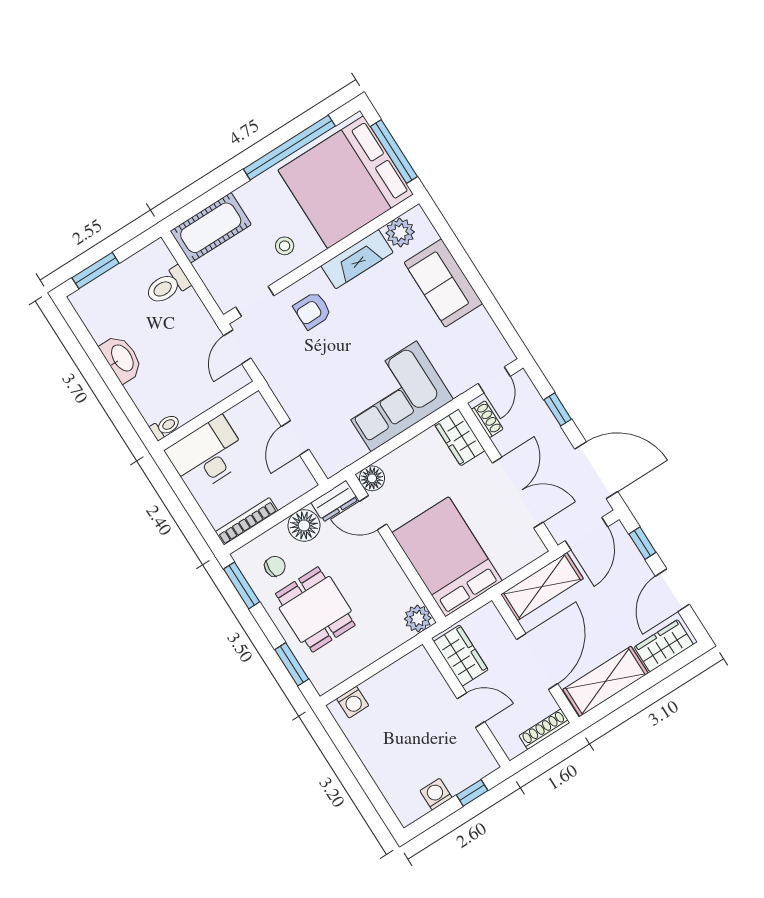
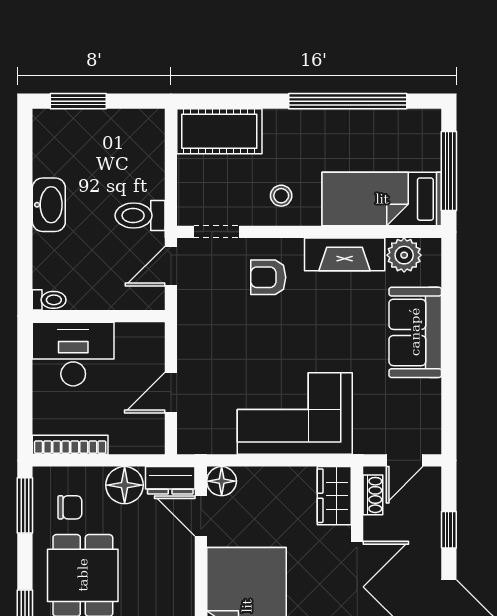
bed: (346, 182) -> (382, 199), width x0.49
toilet: (168, 286) -> (140, 216), moved

